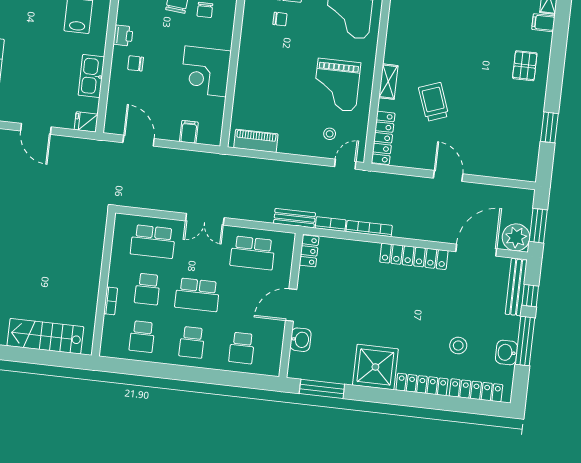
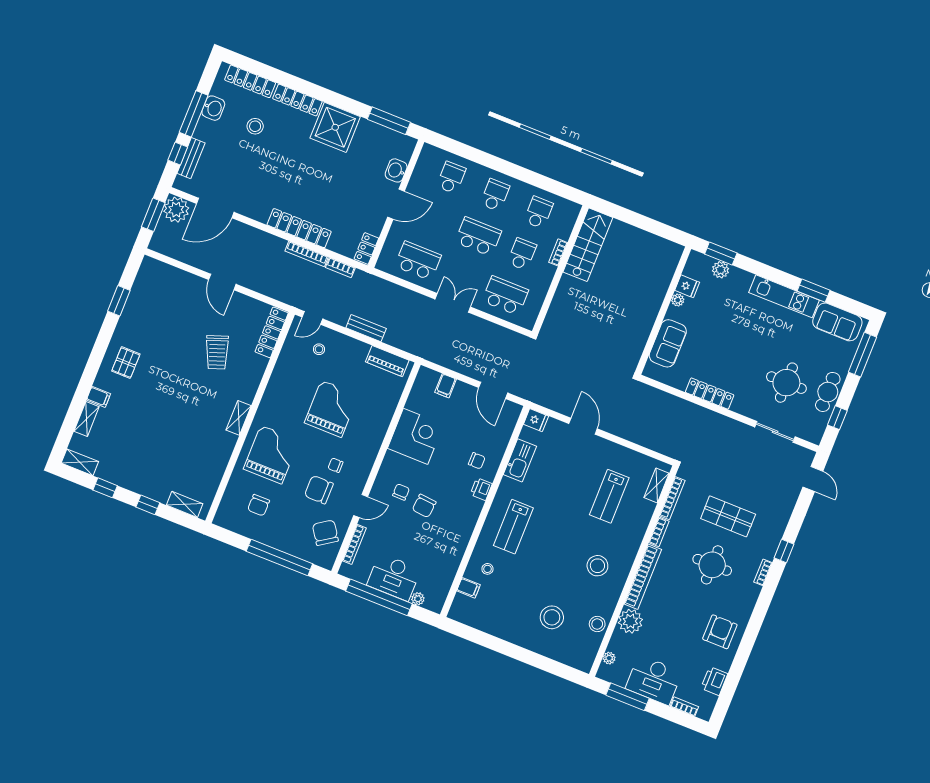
shelving: (388, 82) -> (239, 418), moved
grand piano: (337, 85) -> (331, 409), moved
bench: (295, 218) -> (366, 328), moved
locker: (414, 256) -> (299, 228), moved
bench: (516, 287) -> (191, 158), width x0.73
stairs: (45, 336) -> (588, 245), moved, turned -90

